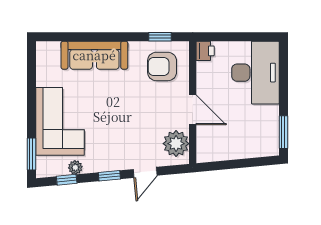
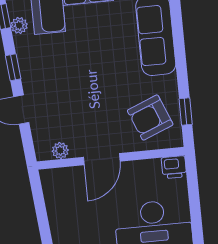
armchair: (162, 66) -> (150, 117), turned -112
plant: (176, 144) -> (60, 151), width x0.53, depth x0.53

